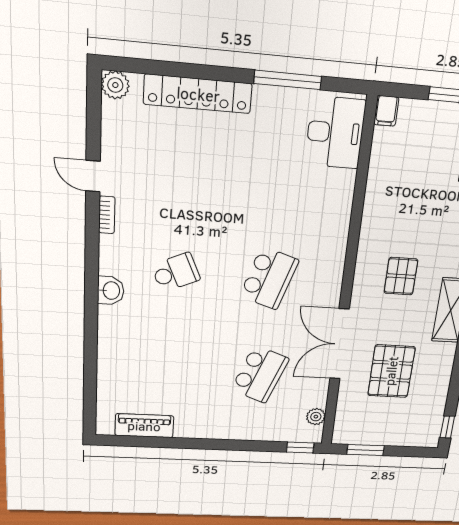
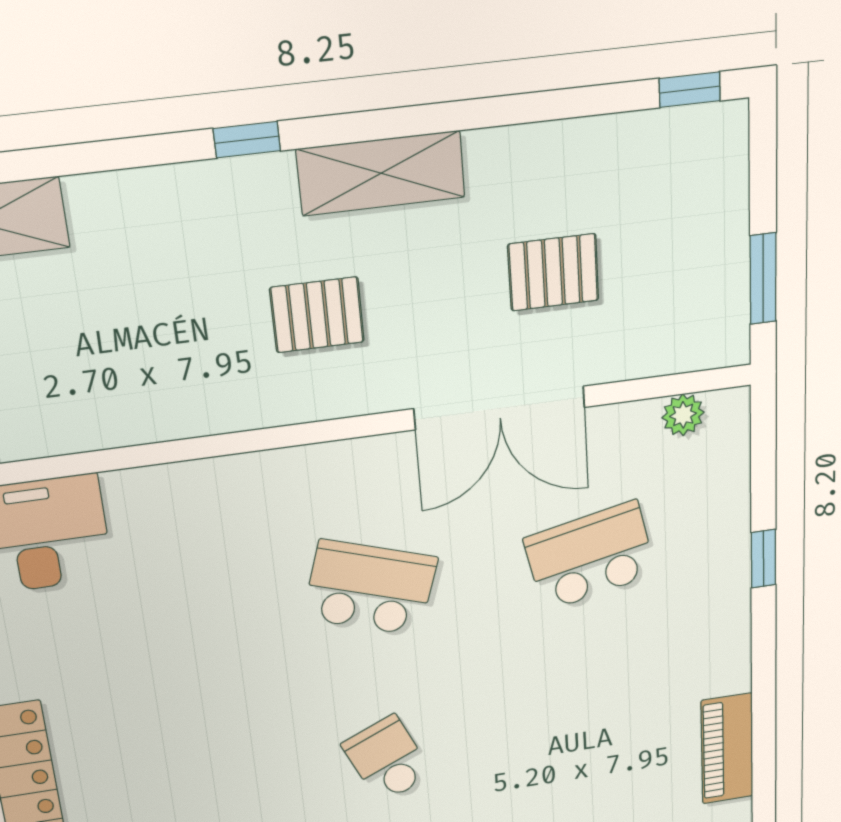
pallet: (391, 371) -> (553, 272), width x0.67, depth x0.71
school desk: (260, 374) -> (590, 556), turned -33
window: (300, 448) -> (764, 559), moved

